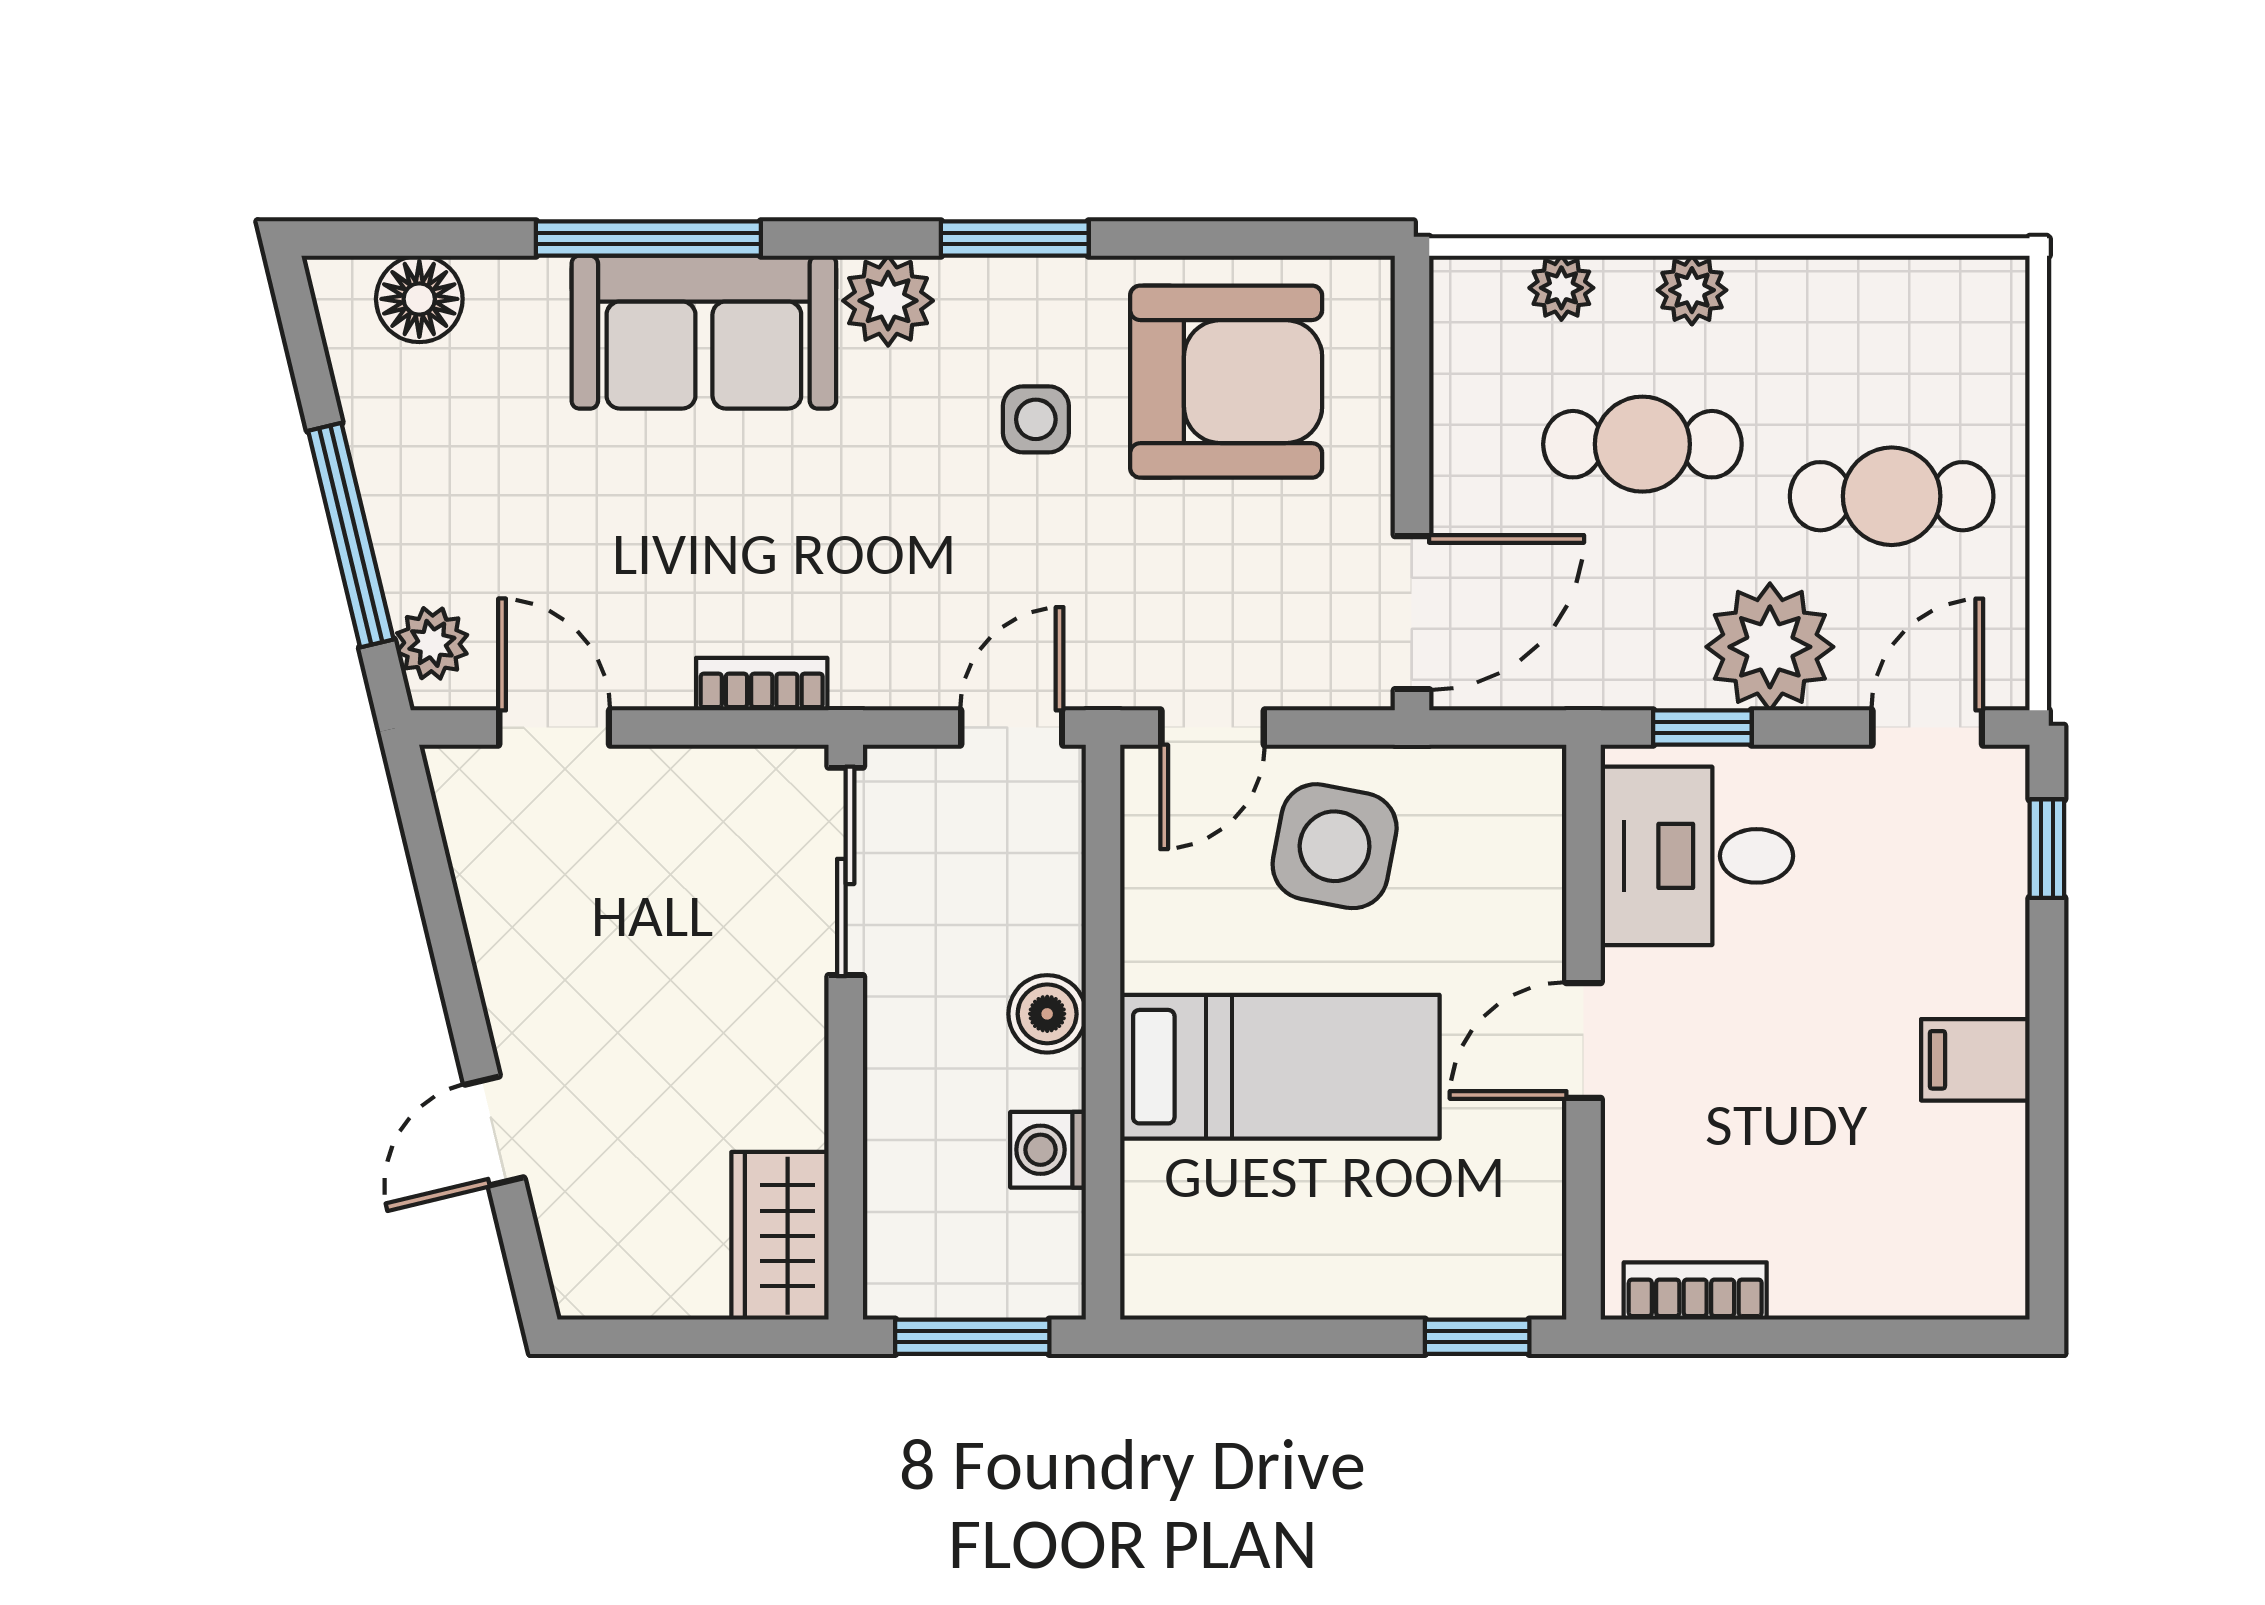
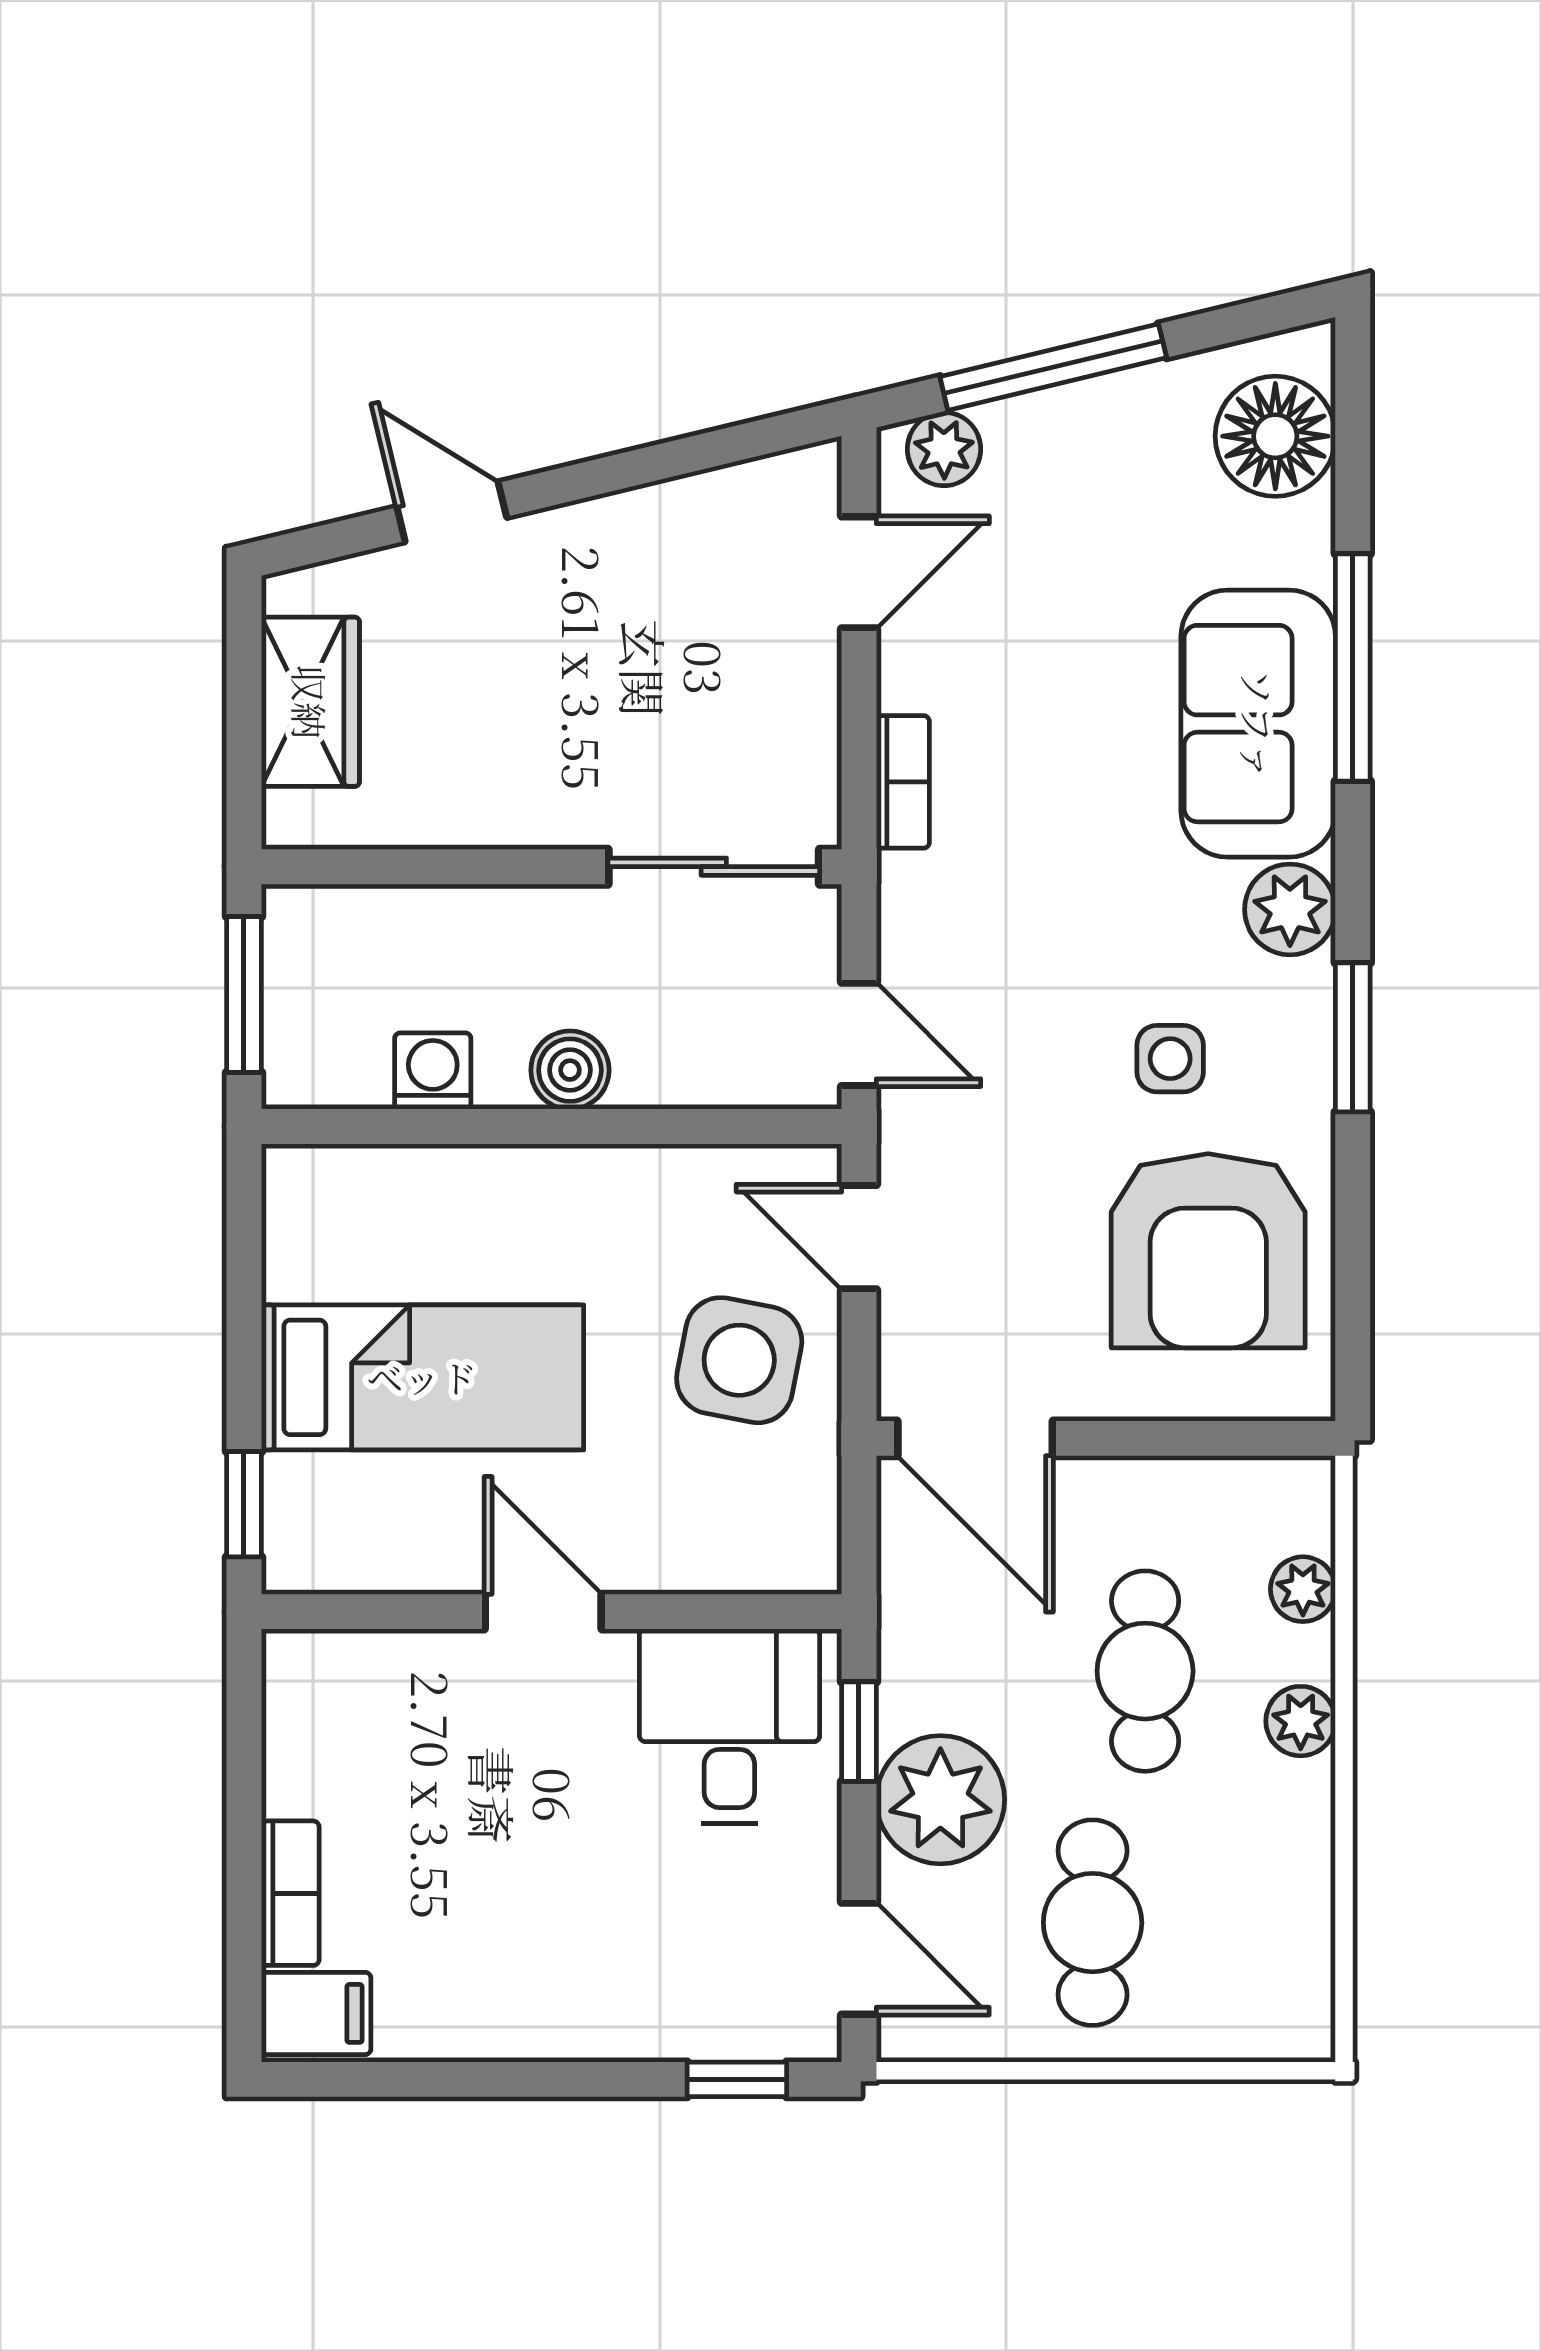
floor lamp: (419, 299) -> (1275, 436), width x1.38, depth x1.38
filing cabinet: (1975, 1060) -> (316, 2013), moved, turned 90
bed: (1280, 1067) -> (422, 1377), moved, turned -90
wardrobe: (780, 1236) -> (310, 702), moved, turned 90
bookcase: (1695, 1291) -> (290, 1893), moved

